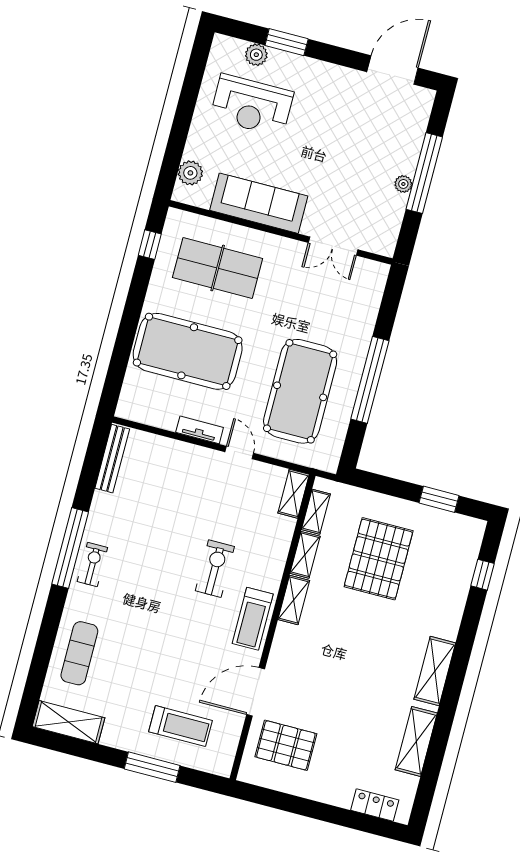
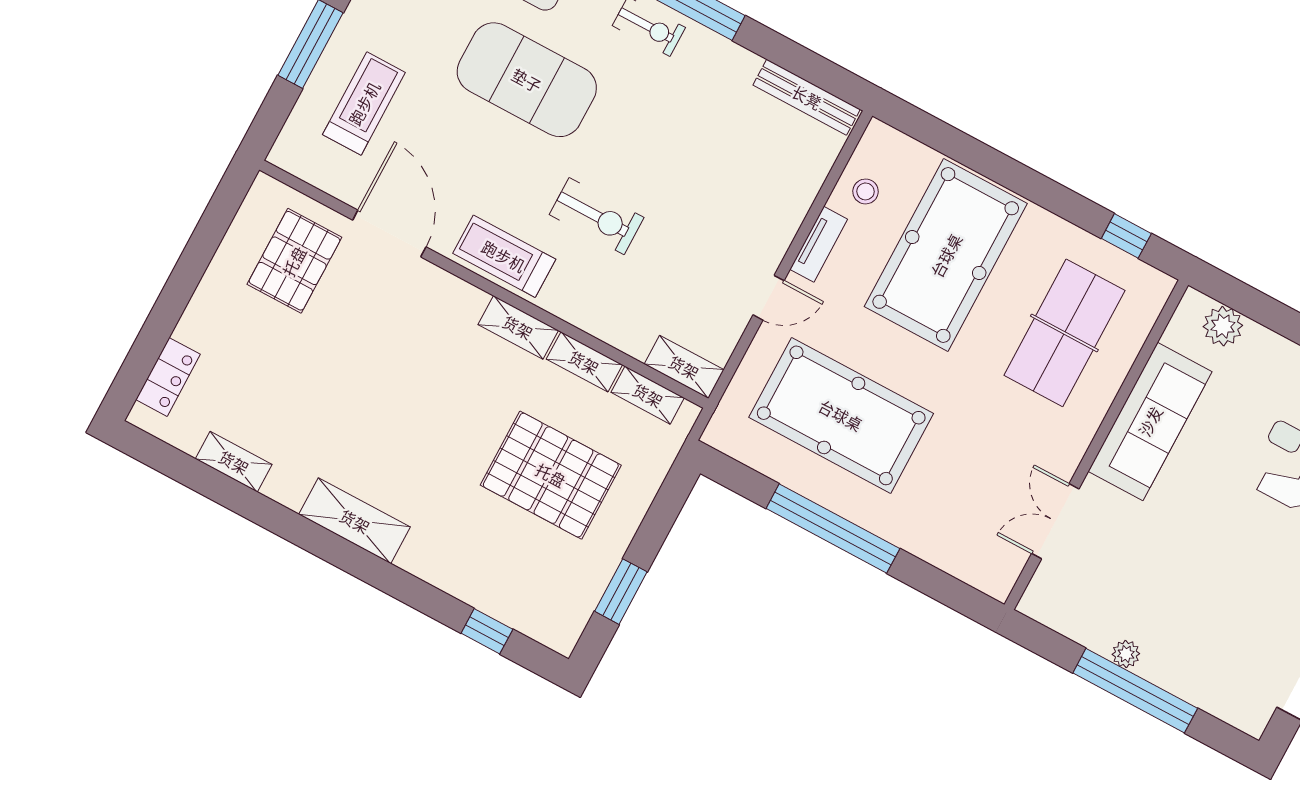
stool: (161, 409) -> (866, 191), added
exercise mat: (142, 631) -> (527, 80), added
treadmill: (180, 726) -> (364, 103), turned 180
shelving: (416, 741) -> (234, 462), width x0.67, depth x0.75

